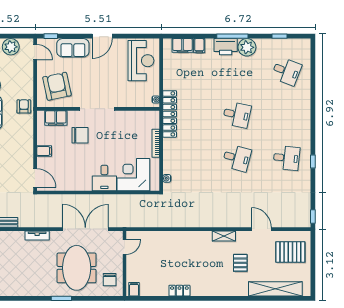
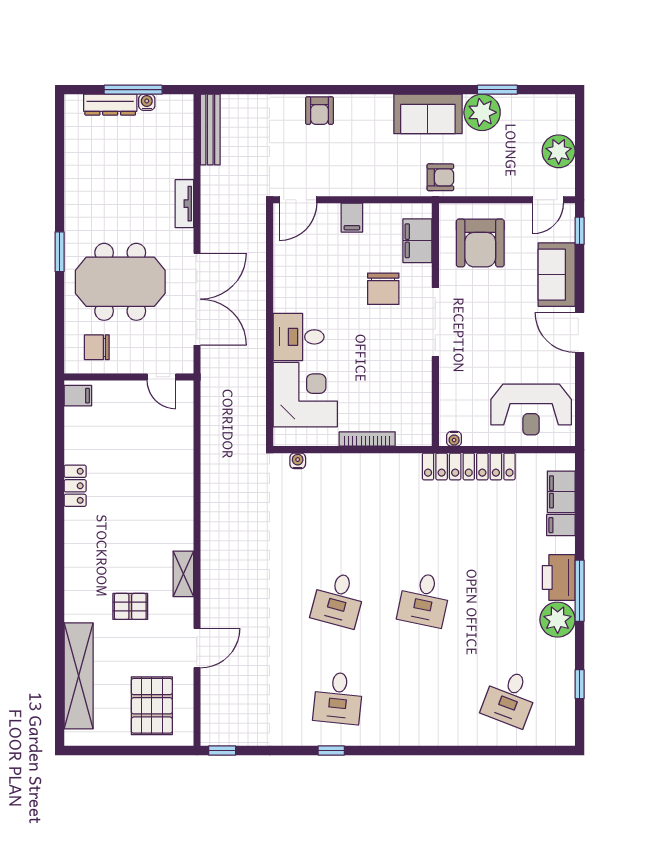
armchair: (57, 86) -> (480, 243), turned 102
locker: (170, 114) -> (469, 466), moved

